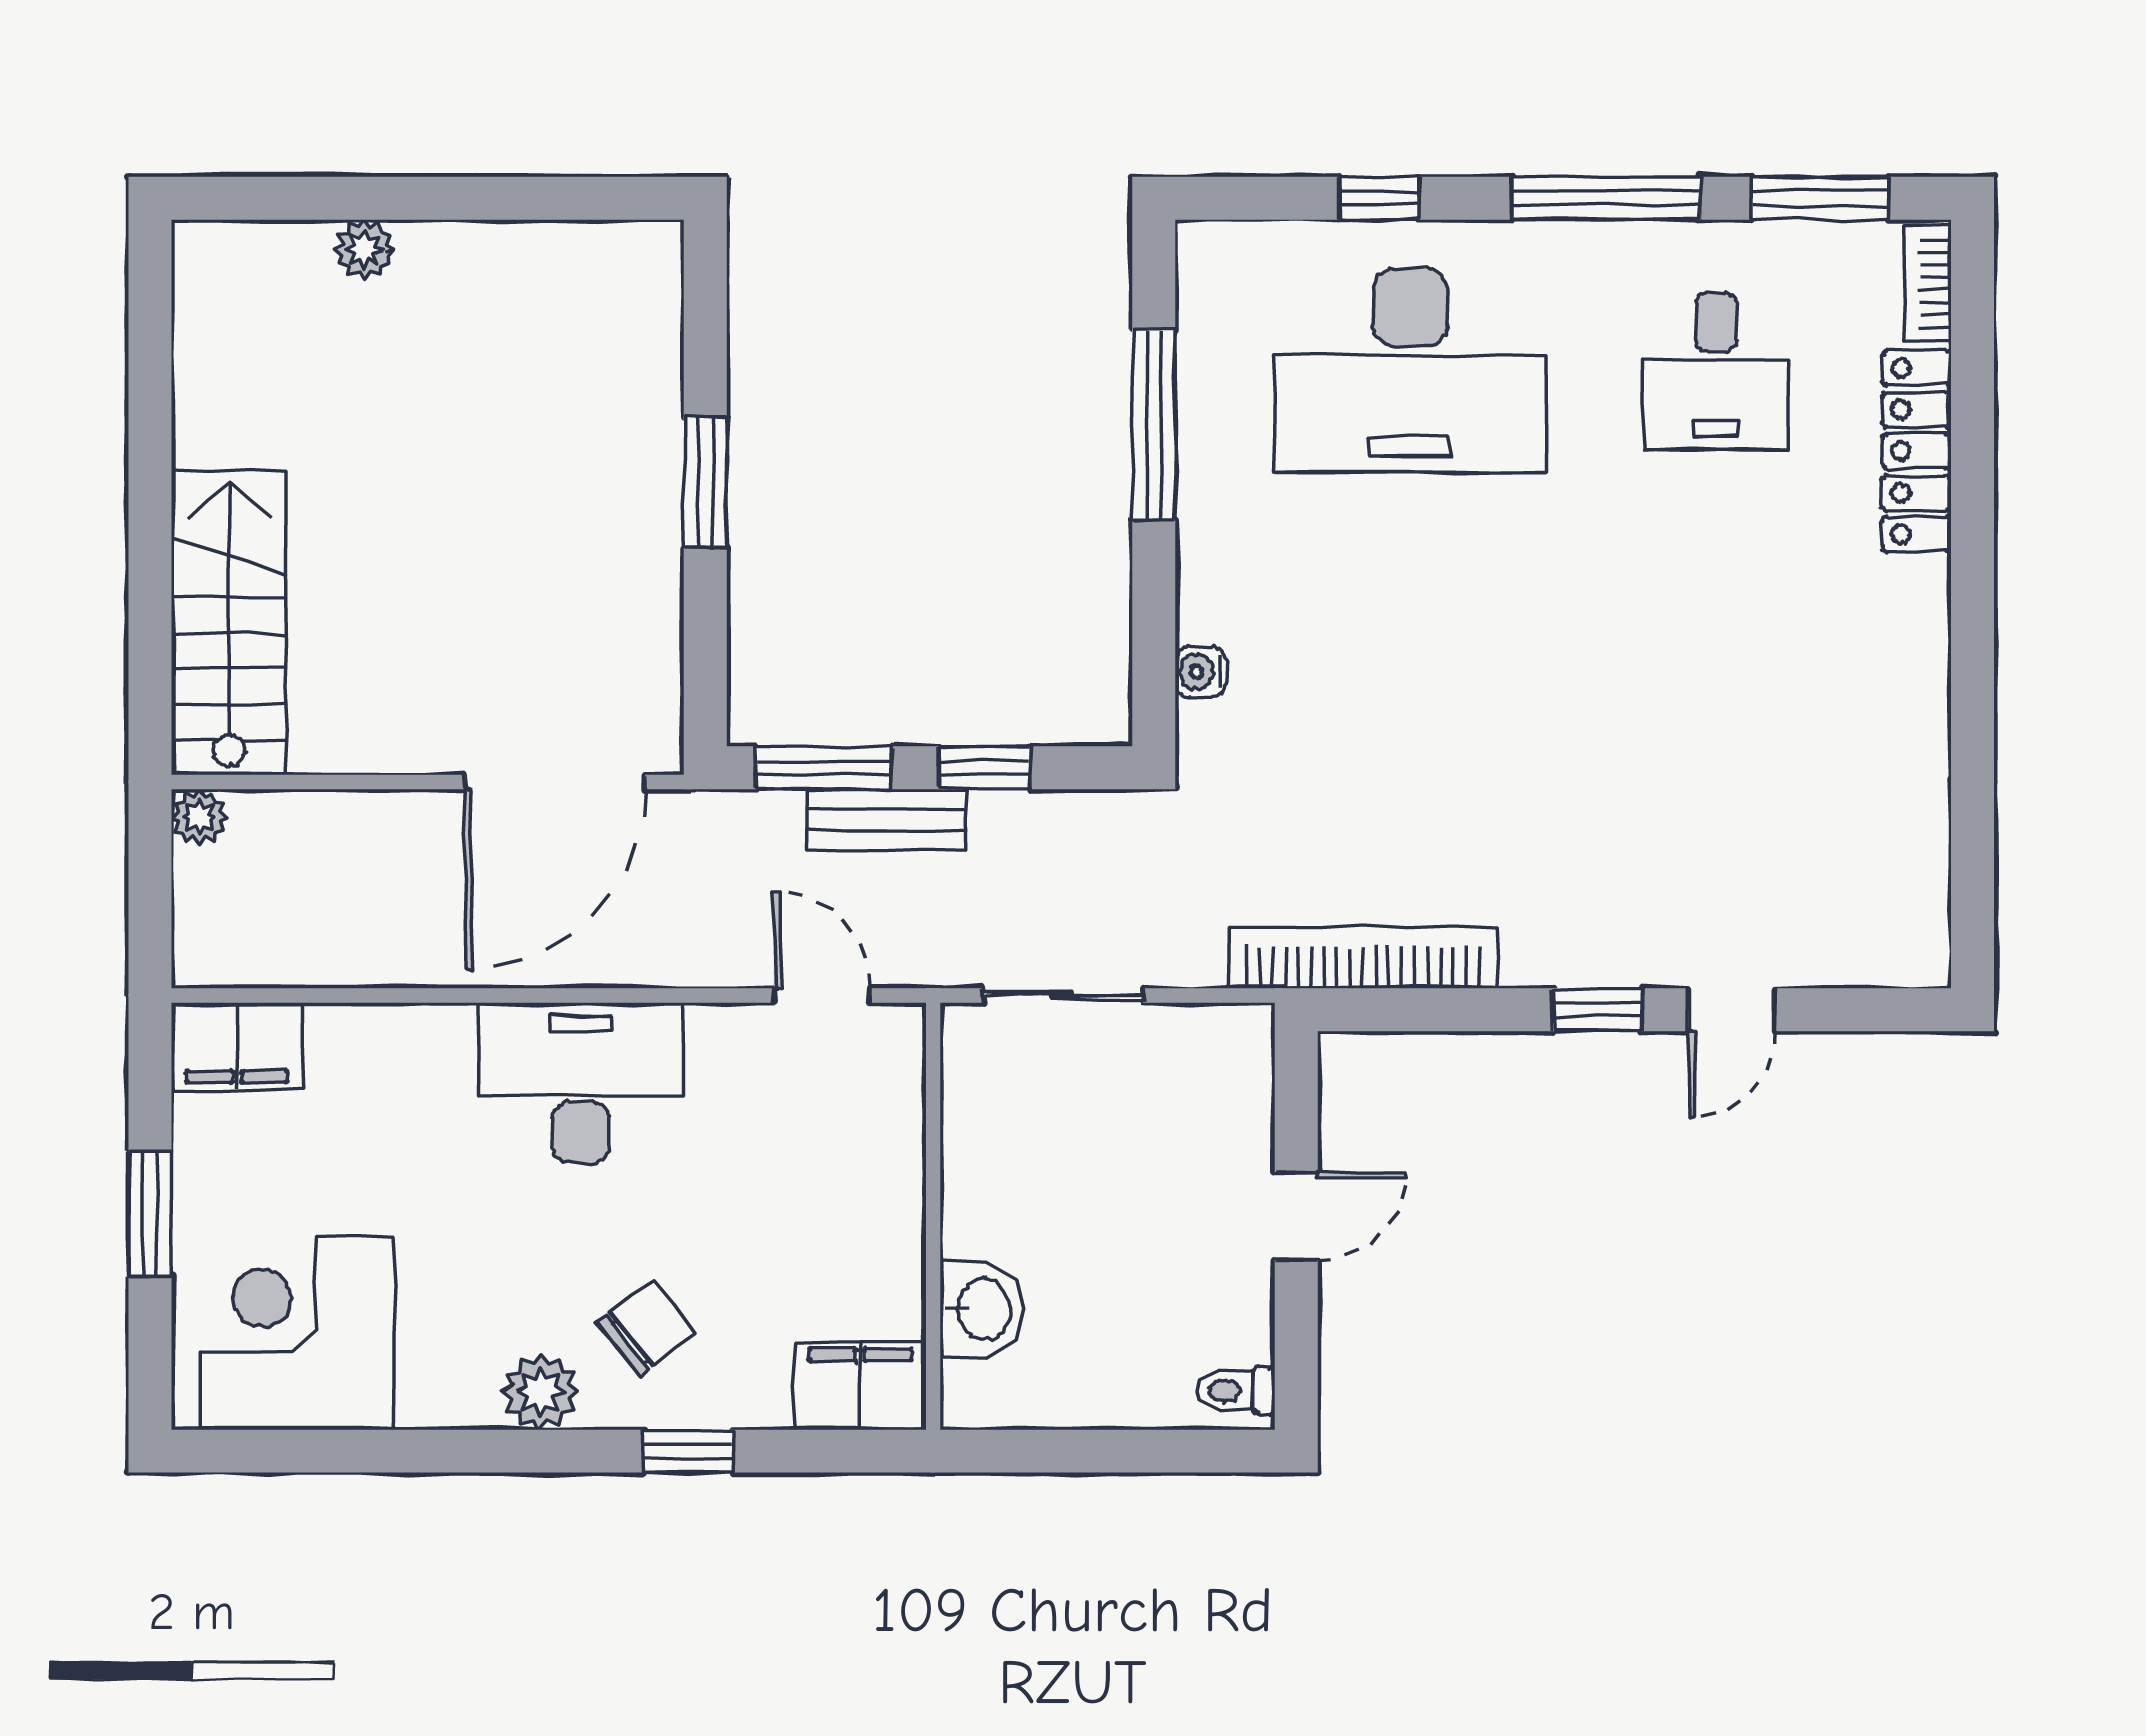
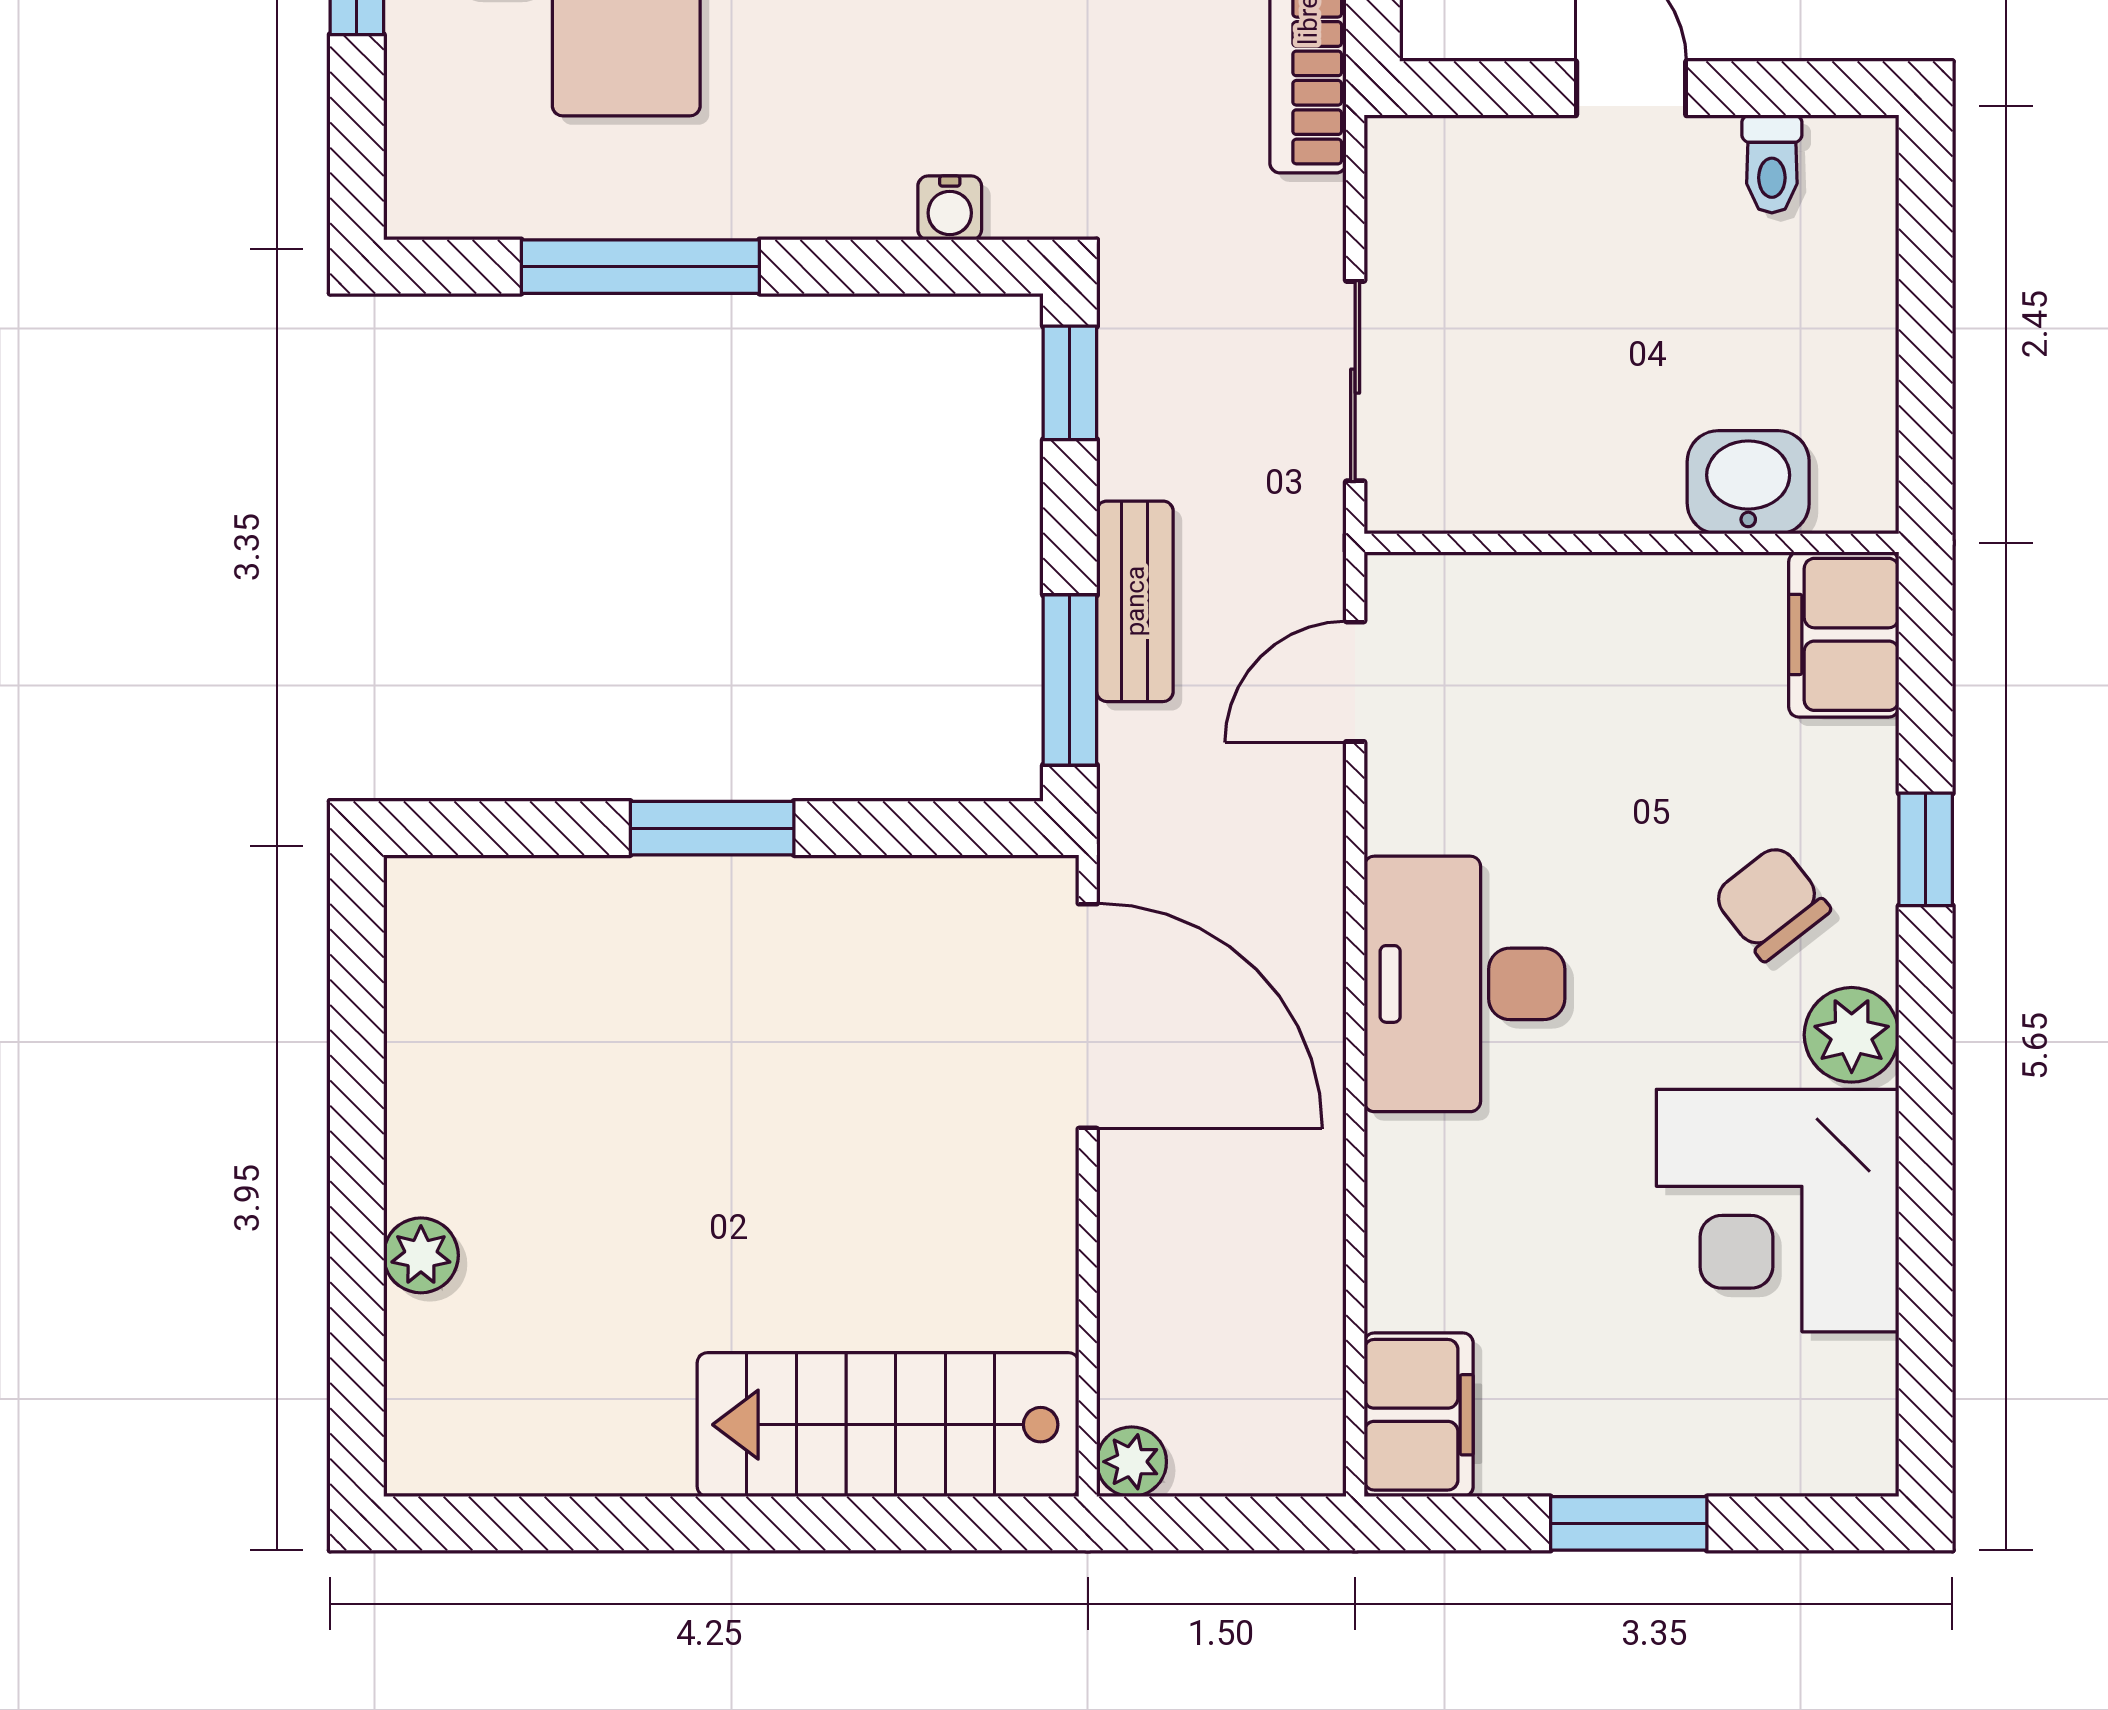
window: (984, 768) -> (1070, 383), moved
corner desk: (297, 1333) -> (1778, 1211), moved
toilet: (1236, 1391) -> (1772, 164), moved

